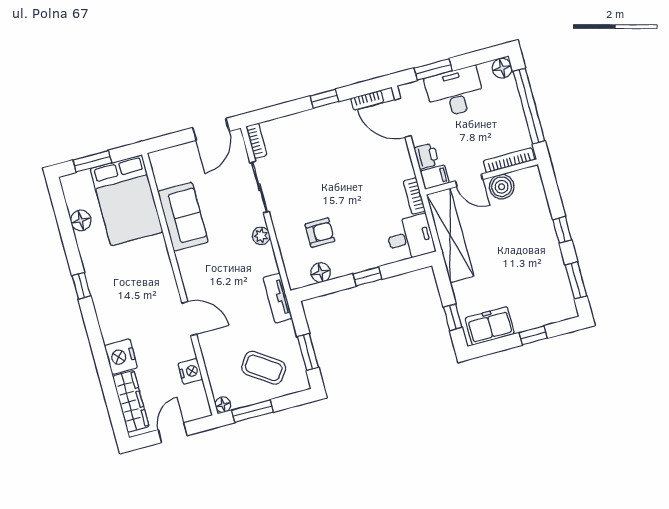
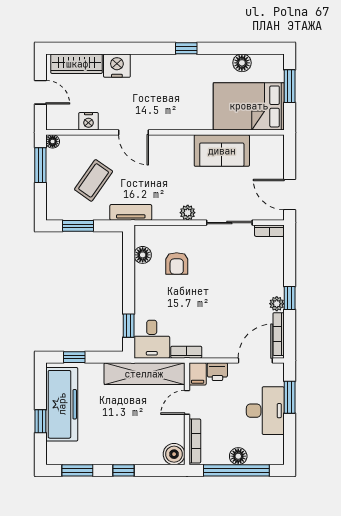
floor lamp: (502, 68) -> (238, 456), moved
bookcase: (367, 100) -> (279, 334), width x1.56
plant: (334, 111) -> (277, 304), added
boiler: (502, 187) -> (174, 454), moved
window: (367, 276) -> (129, 326), moved
door: (189, 319) -> (134, 132), hinge flipped
freezer: (490, 326) -> (62, 404), width x1.91, depth x1.26
coffee table: (264, 368) -> (94, 180), moved

